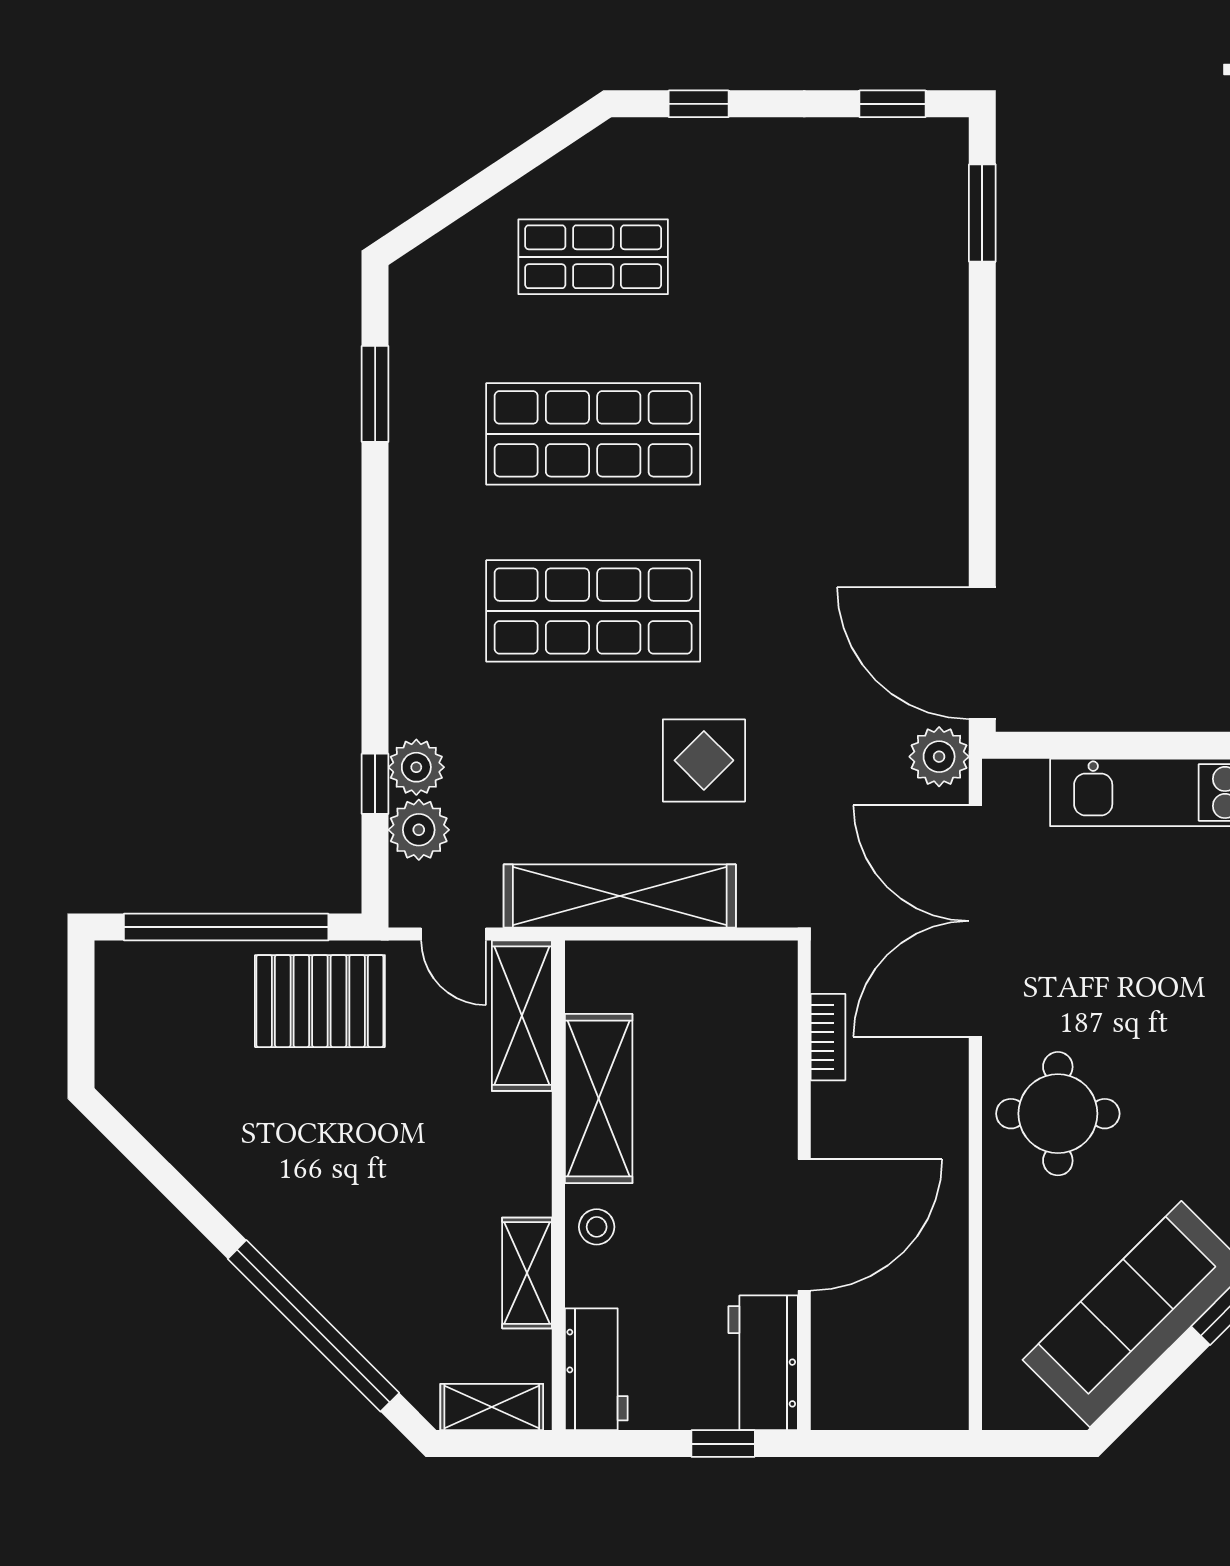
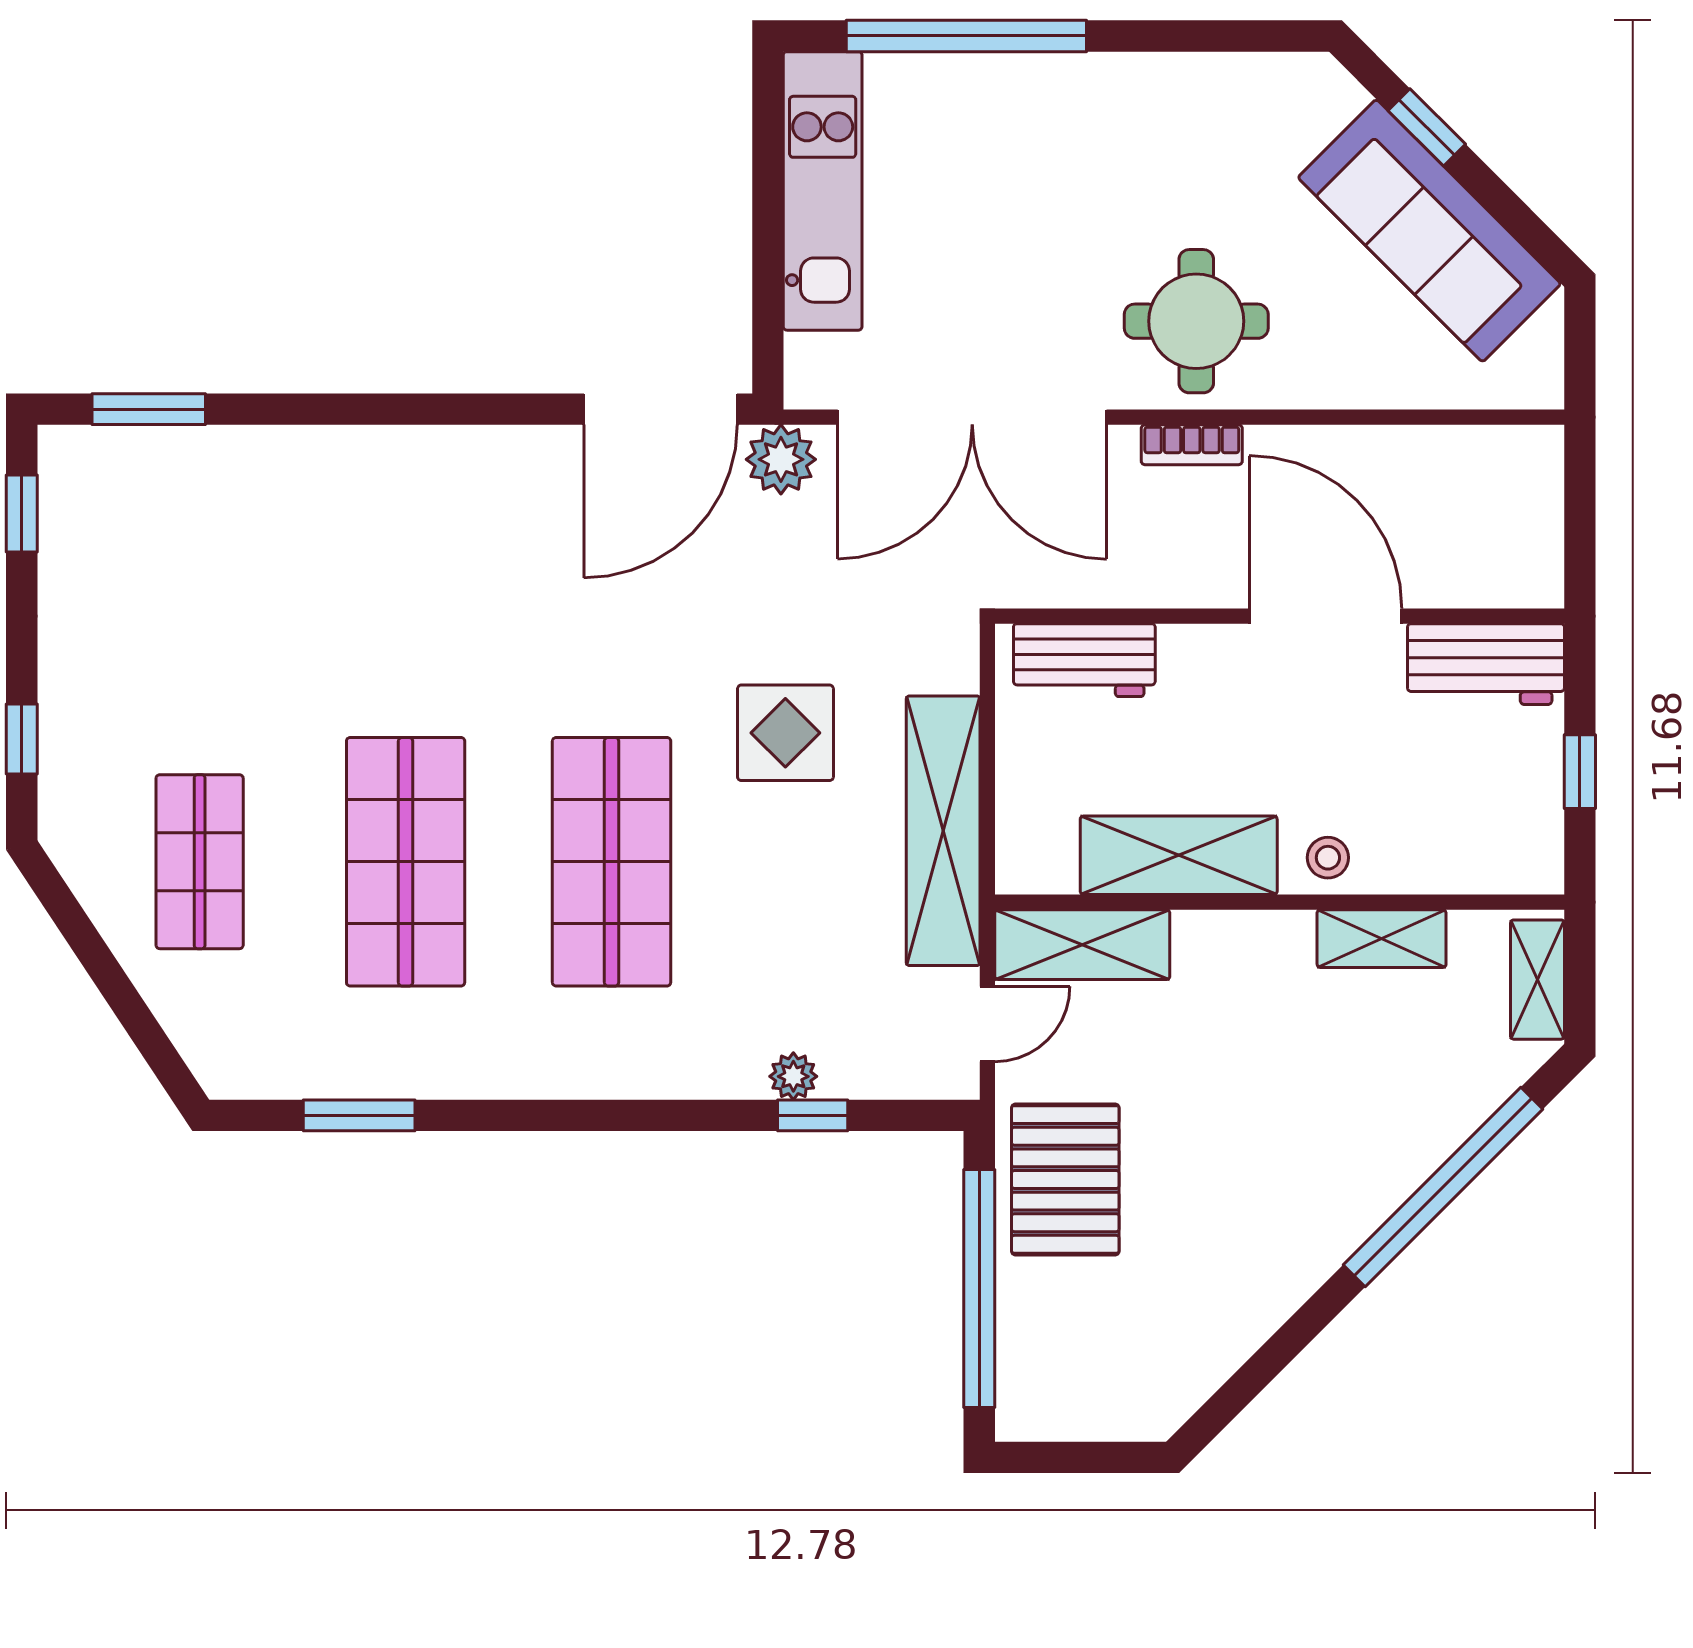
plant: (416, 767) -> (793, 1076), width x0.73, depth x0.73
plant: (419, 830) -> (866, 1065), removed
bookcase: (828, 1037) -> (1192, 445), moved, turned 180
workbench: (596, 1369) -> (1084, 660), moved, turned 180
window: (723, 1444) -> (1580, 772), moved

